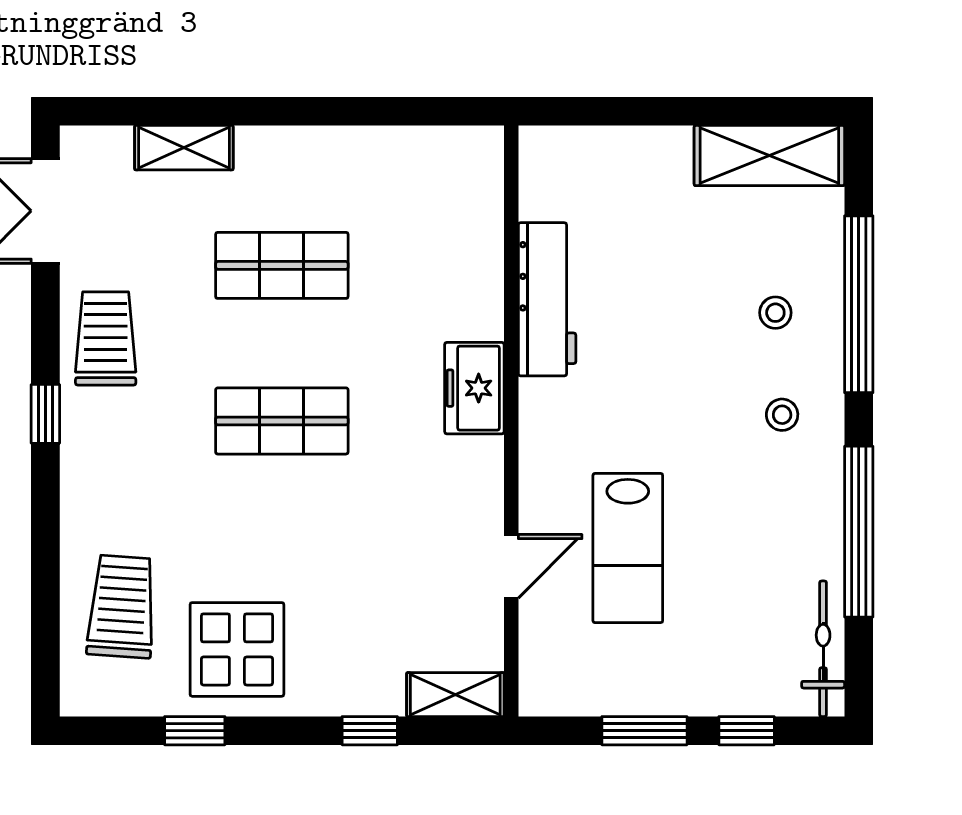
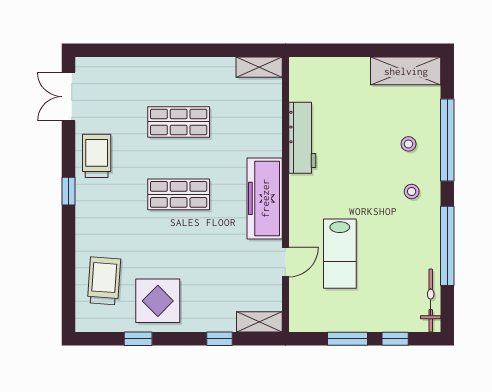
shelving: (184, 148) -> (259, 67), moved
freezer: (474, 388) -> (265, 198), width x1.91, depth x1.26

